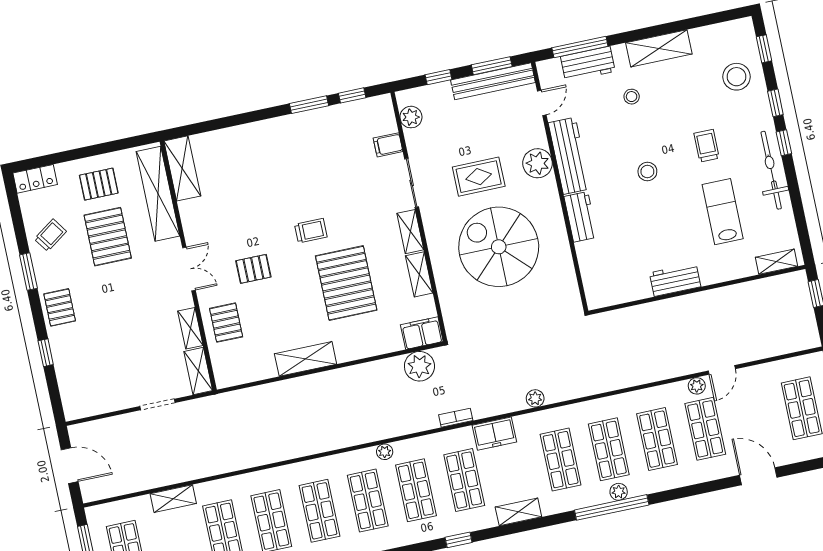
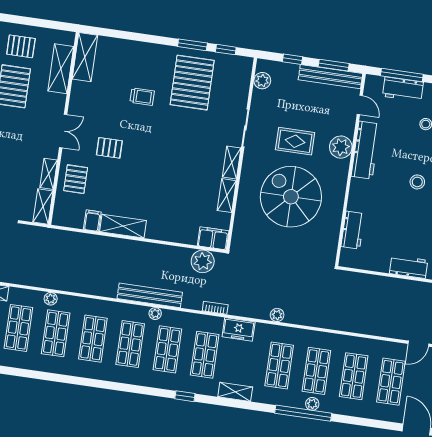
door: (542, 103) -> (360, 105), hinge flipped
filing cabinet: (388, 145) -> (92, 221), moved, turned 90
shelving: (158, 194) -> (61, 69), width x0.68
workbench: (581, 217) -> (353, 230), moved
trolley: (311, 231) -> (142, 97), moved
pallet: (346, 283) -> (192, 83), moved
plant: (697, 386) -> (51, 299), moved
bench: (370, 432) -> (150, 295), added

